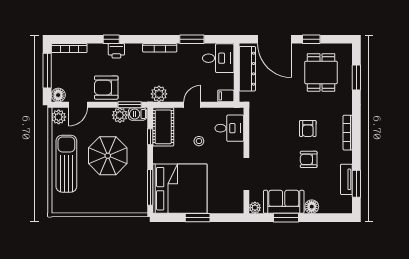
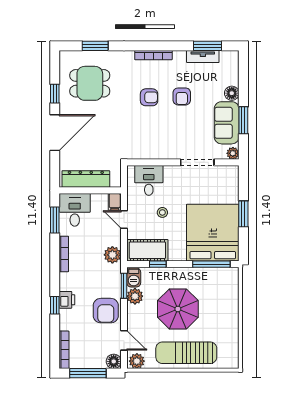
desk: (218, 58) -> (75, 210), moved
dresser: (247, 69) -> (86, 179), moved
wall: (237, 73) -> (90, 190), moved
filing cabinet: (226, 96) -> (115, 202), moved

